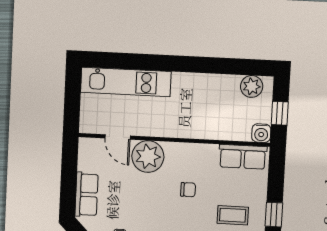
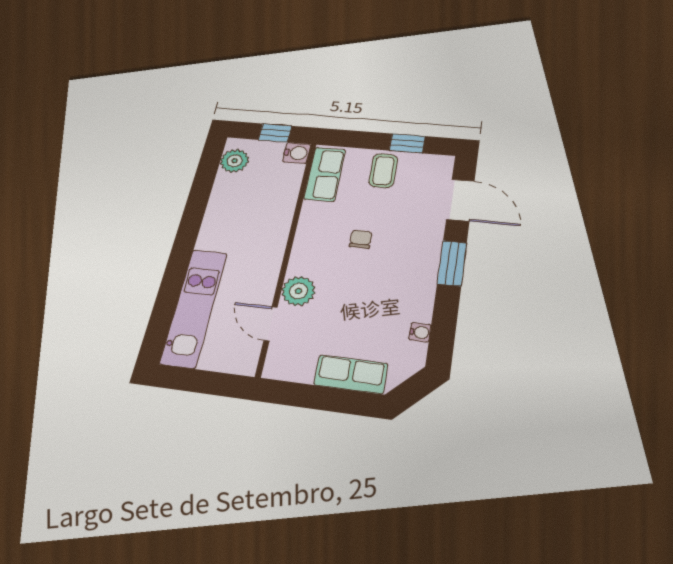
door: (118, 137) -> (271, 324), swing flipped
plant: (148, 156) -> (298, 291), width x0.73, depth x0.73
coffee table: (233, 215) -> (383, 171), moved

